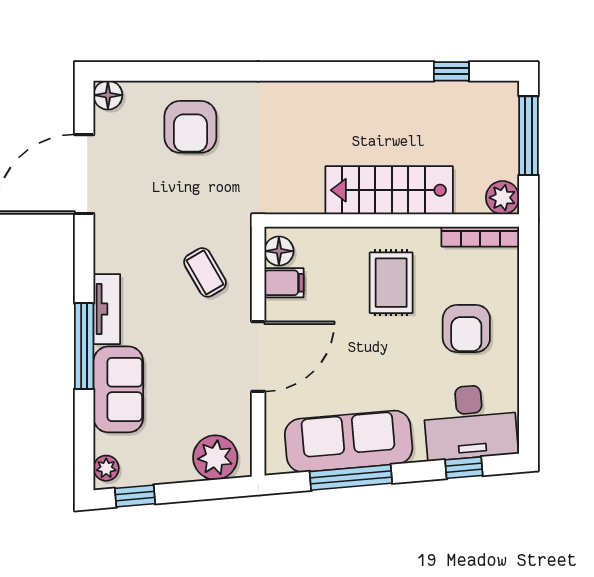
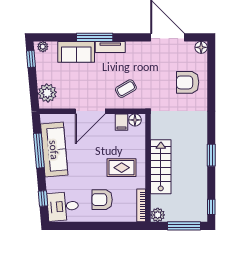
window: (362, 71) -> (211, 155), added
window: (451, 71) -> (211, 207), moved
door: (258, 356) -> (90, 111), hinge flipped
desk: (470, 422) -> (63, 206), width x0.73

